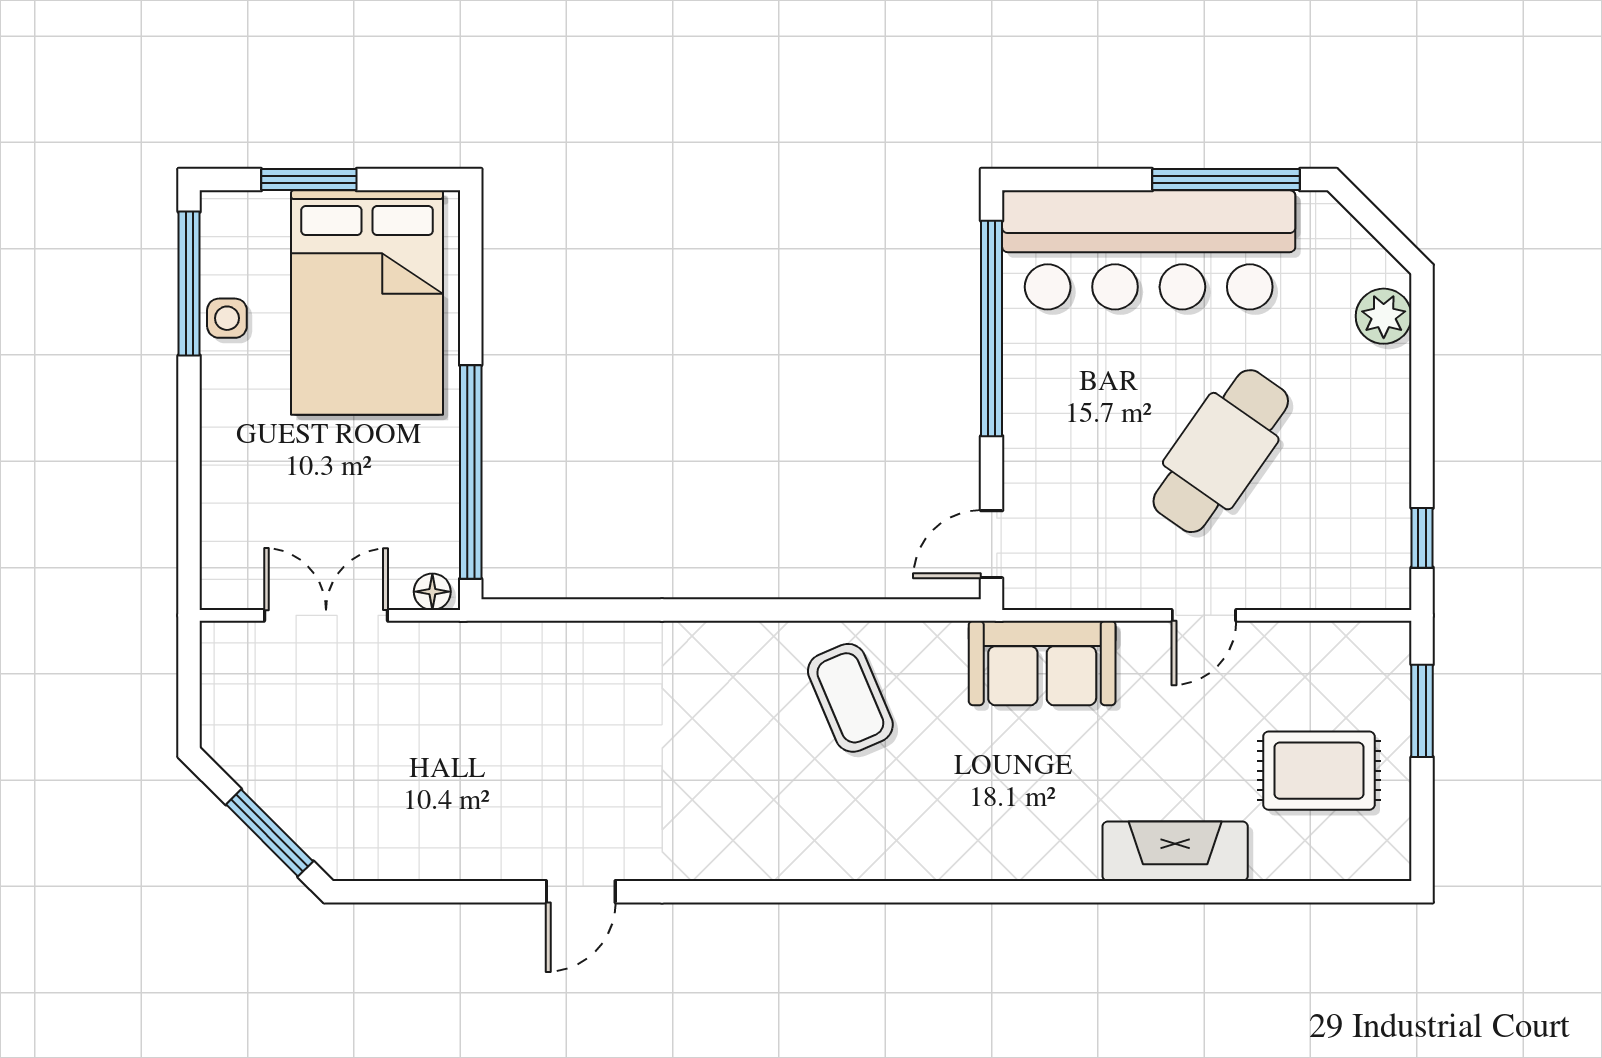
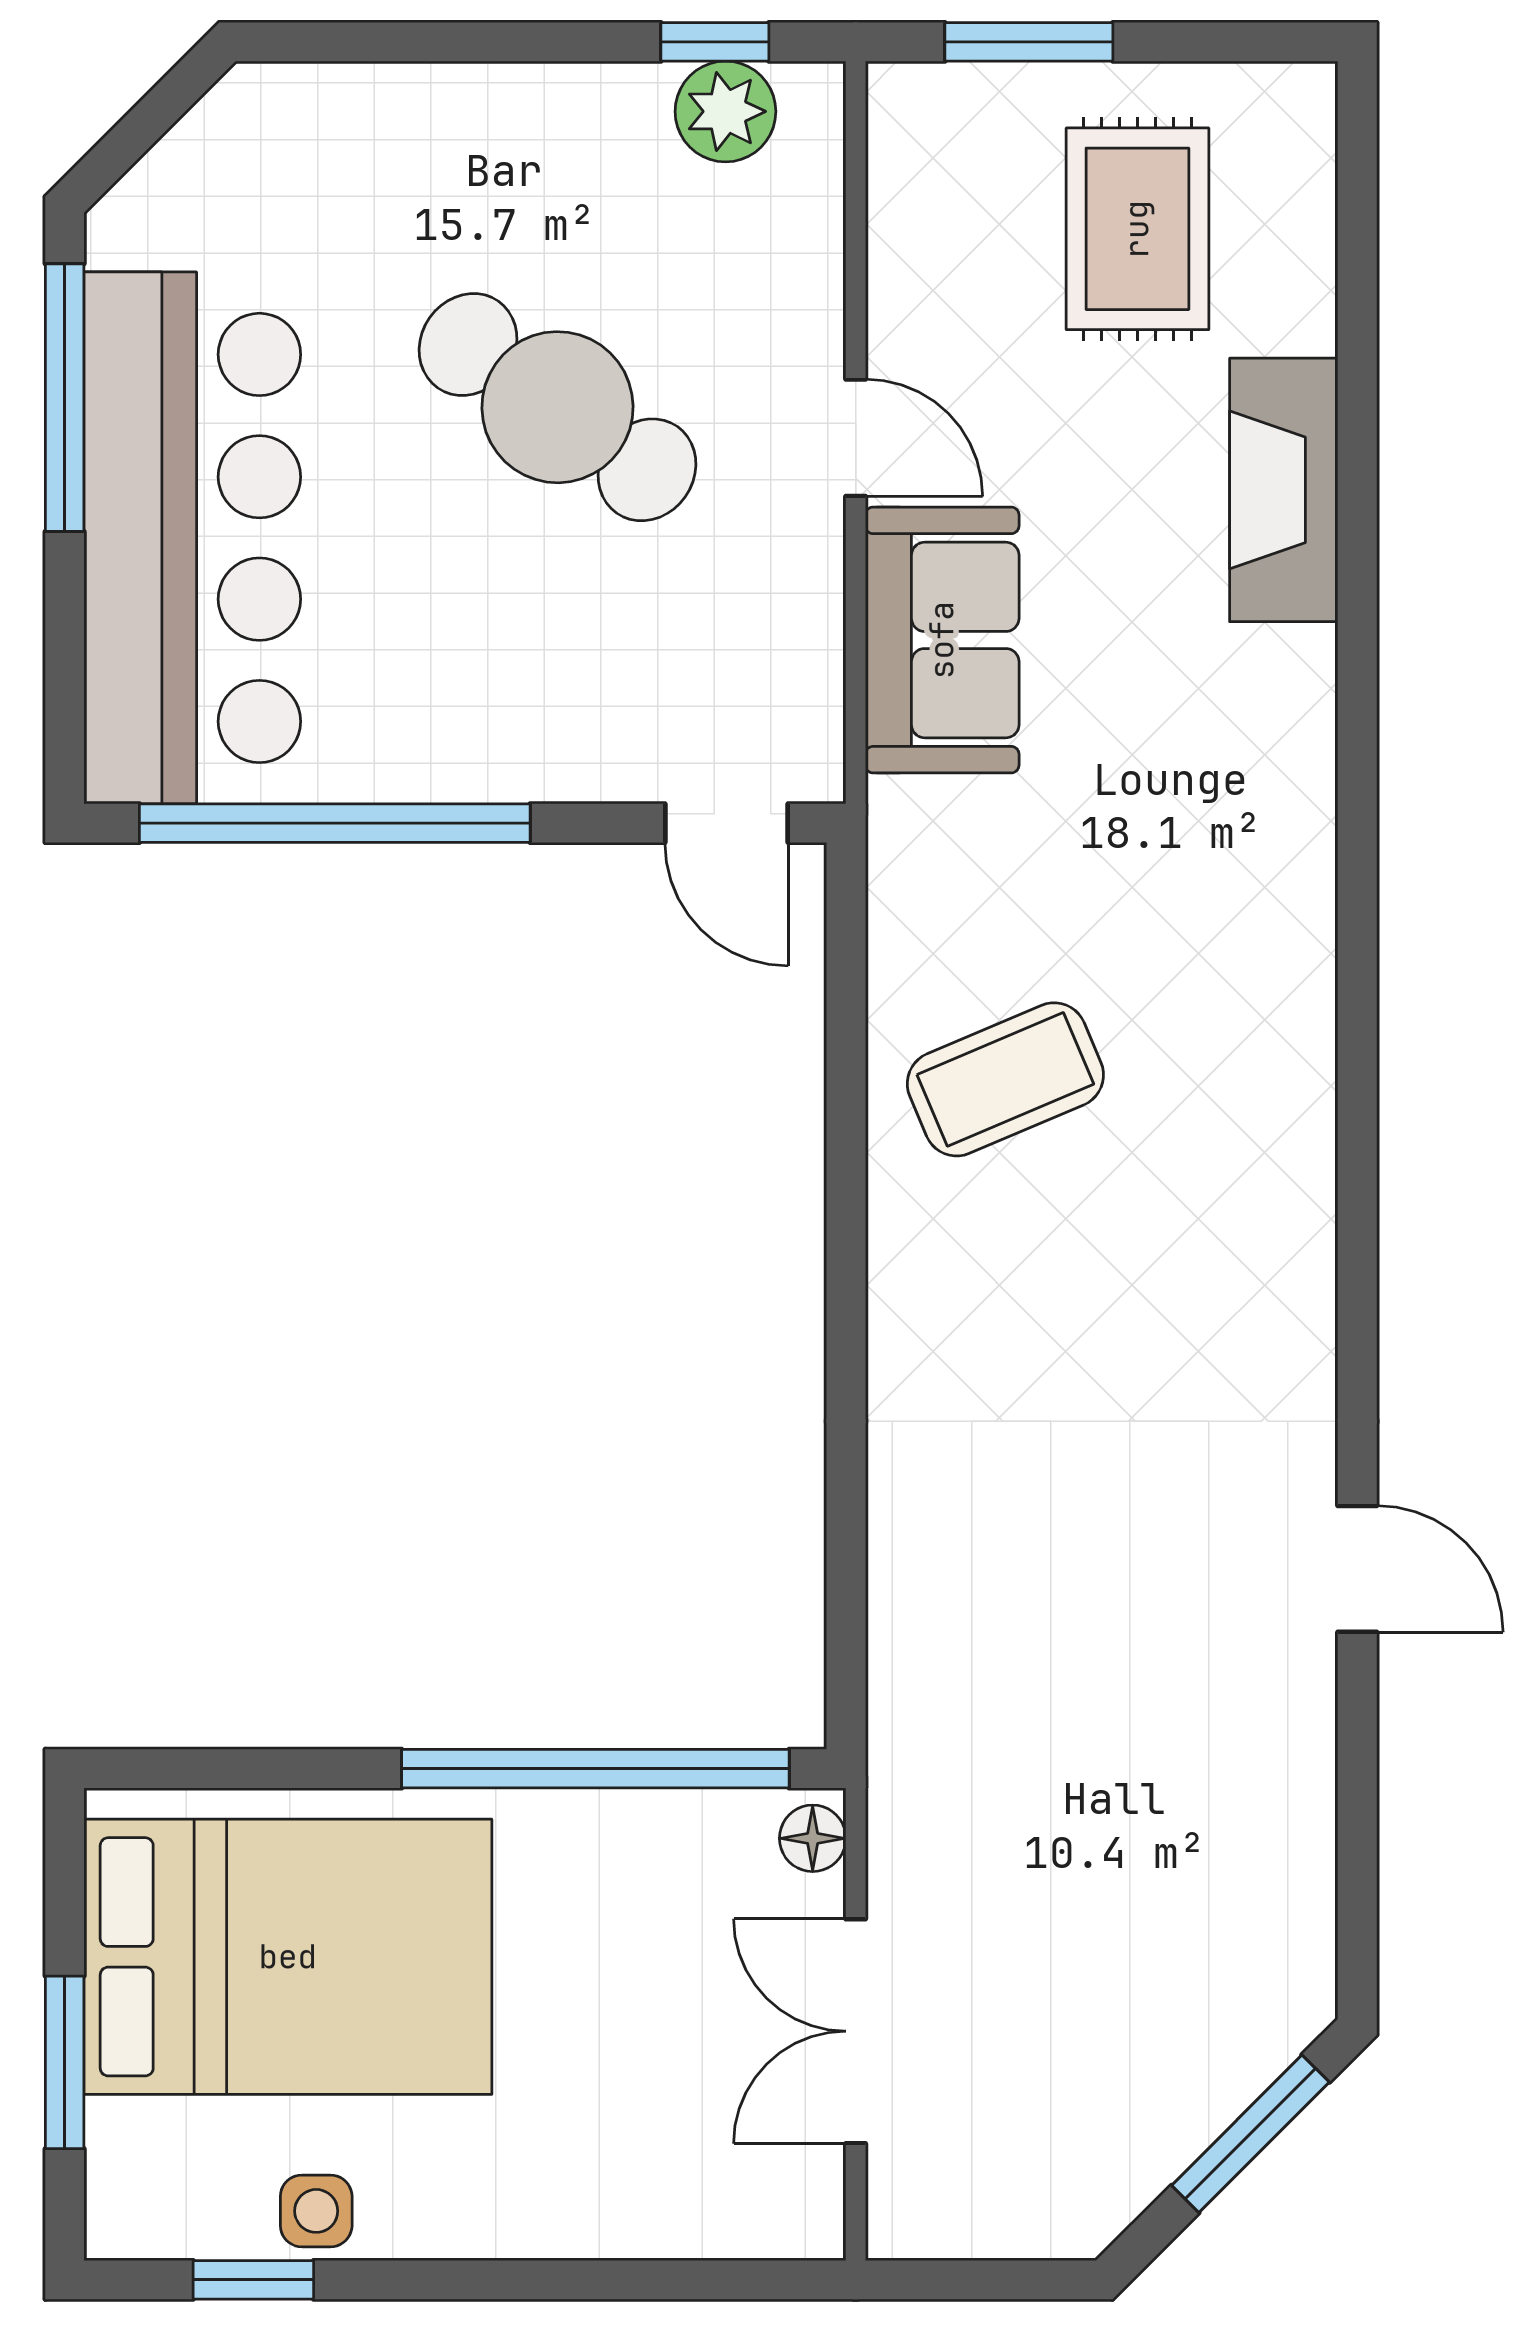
window: (189, 284) -> (253, 2280), width x0.46
plant: (1384, 316) -> (725, 111), moved
sofa: (1042, 663) -> (942, 640), moved

